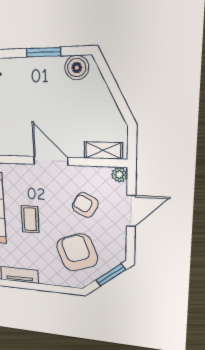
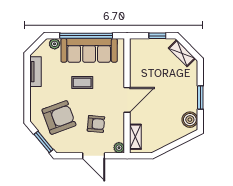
armchair: (85, 205) -> (96, 124), turned 67

